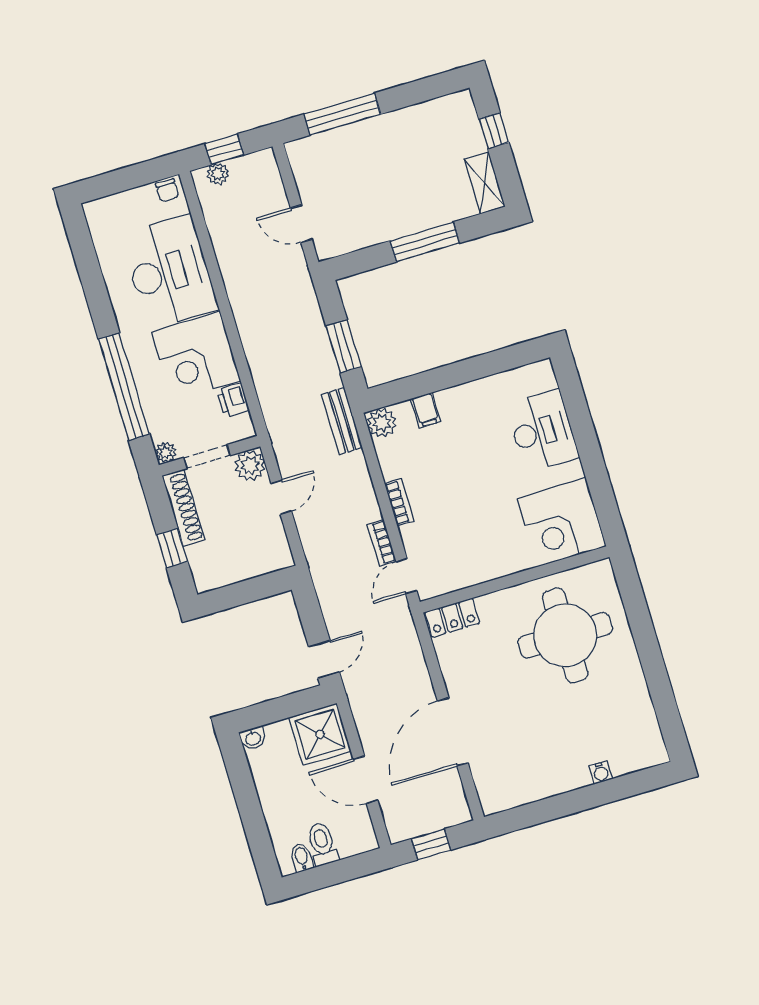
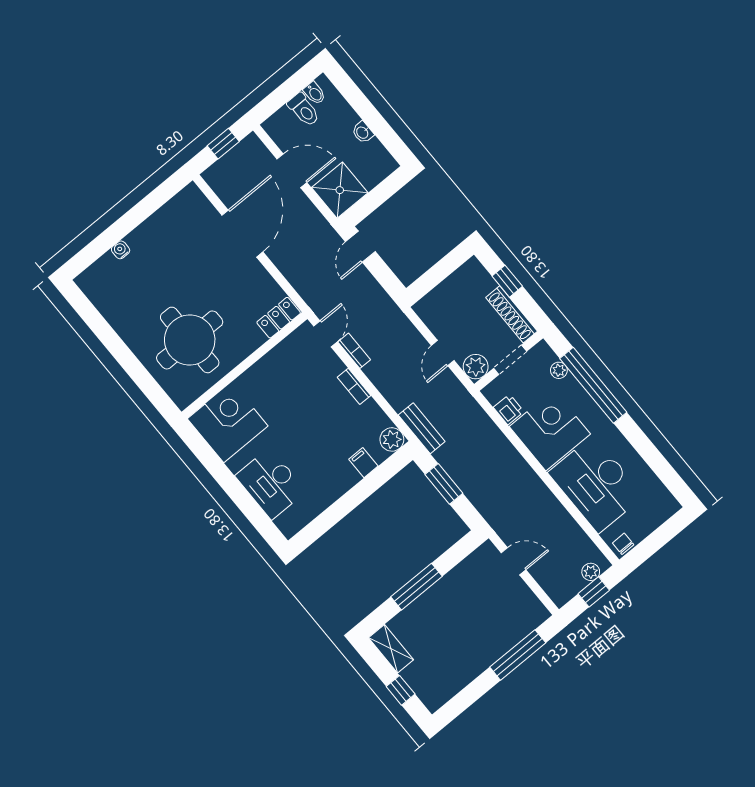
plant: (166, 452) -> (559, 370), moved
washbasin: (253, 738) -> (363, 132), moved, turned -90

